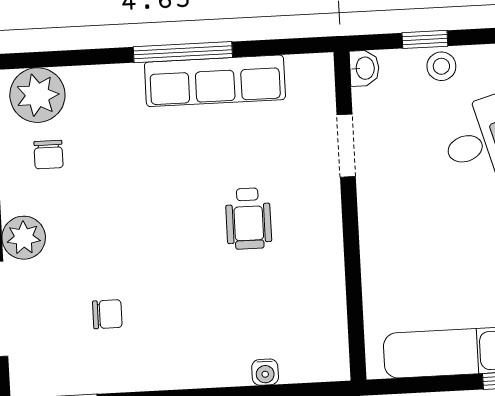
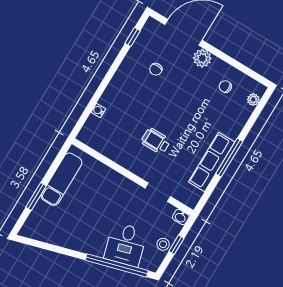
plant: (37, 95) -> (253, 100), width x0.53, depth x0.53

